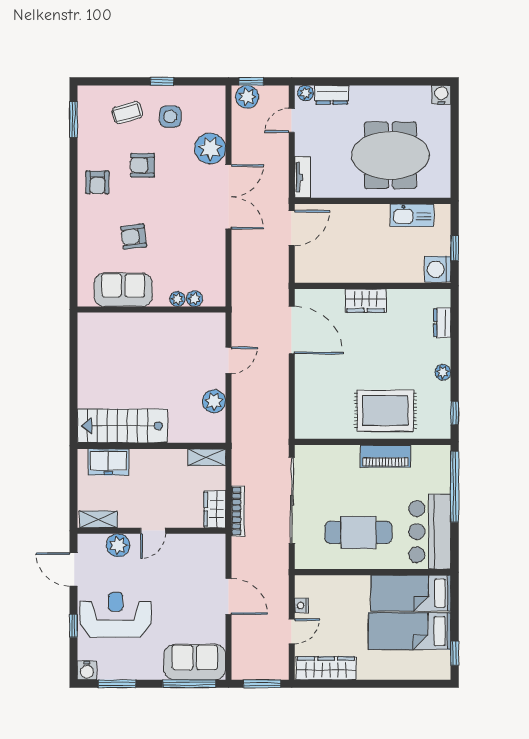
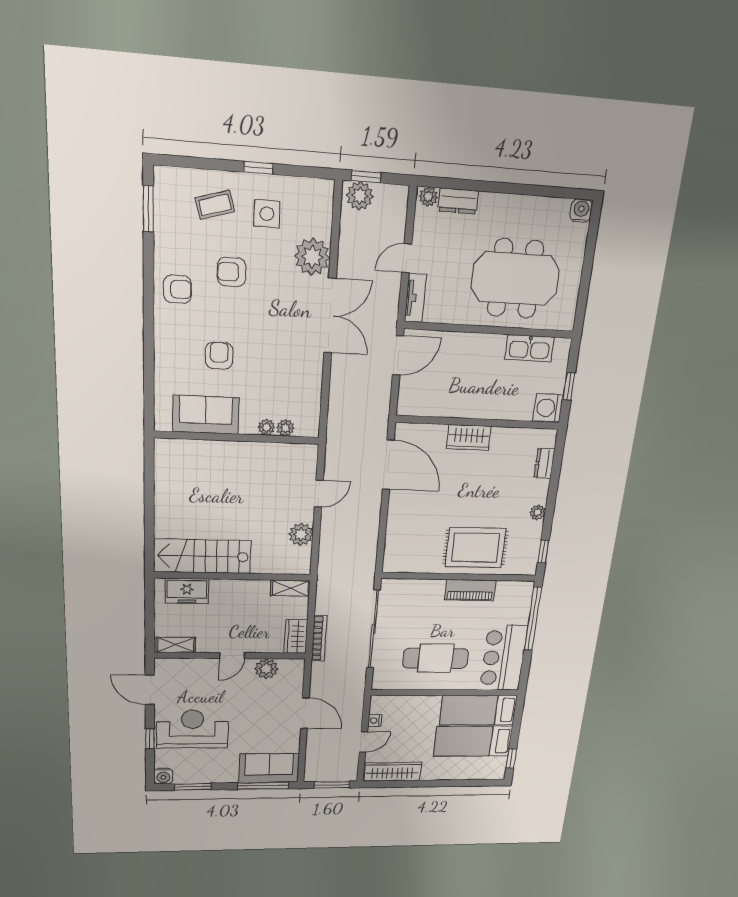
door: (292, 120) -> (407, 258), moved
armchair: (97, 182) -> (177, 289), turned -90
armchair: (134, 237) -> (219, 356), turned 97
plant: (118, 545) -> (266, 669), moved

